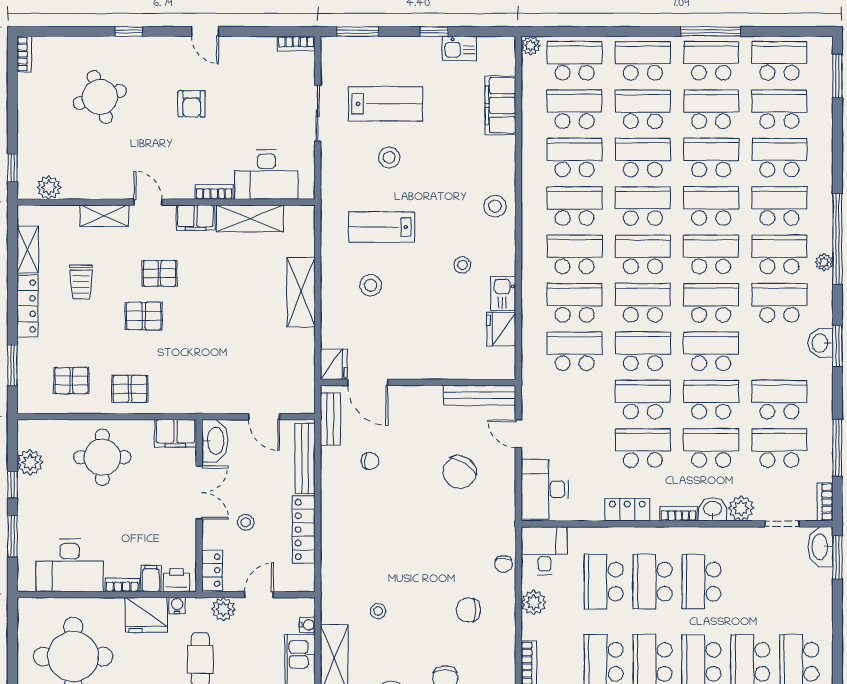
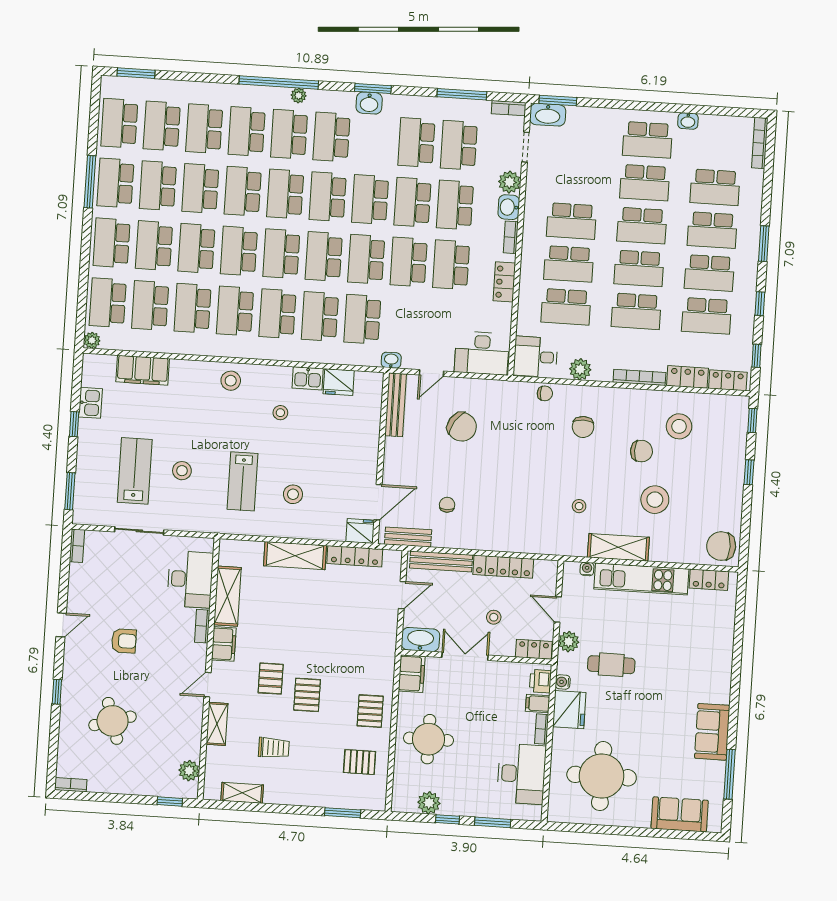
locker: (27, 306) -> (355, 556), moved, turned 180
pallet: (71, 381) -> (360, 762), turned 90
washbasin: (530, 387) -> (391, 360), added

